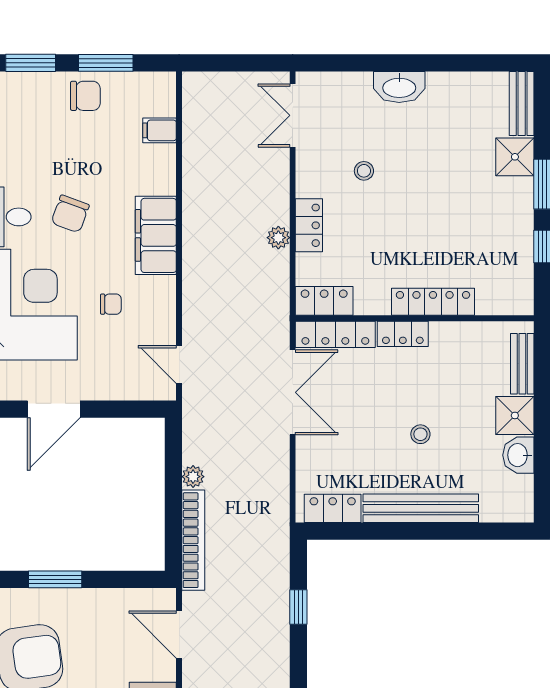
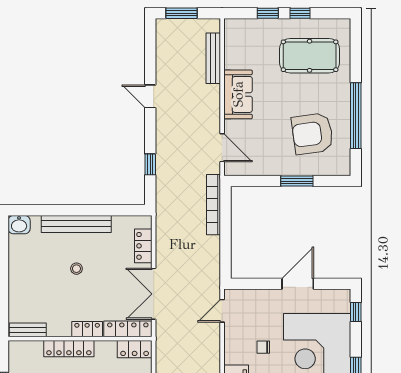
door: (179, 364) -> (222, 311), swing flipped
bench: (522, 364) -> (28, 330), moved, turned 90
shower: (515, 415) -> (19, 280), removed
washbasin: (518, 455) -> (19, 225), moved, turned 90
plant: (193, 477) -> (214, 243), removed
locker: (333, 508) -> (143, 246), moved, turned 90

